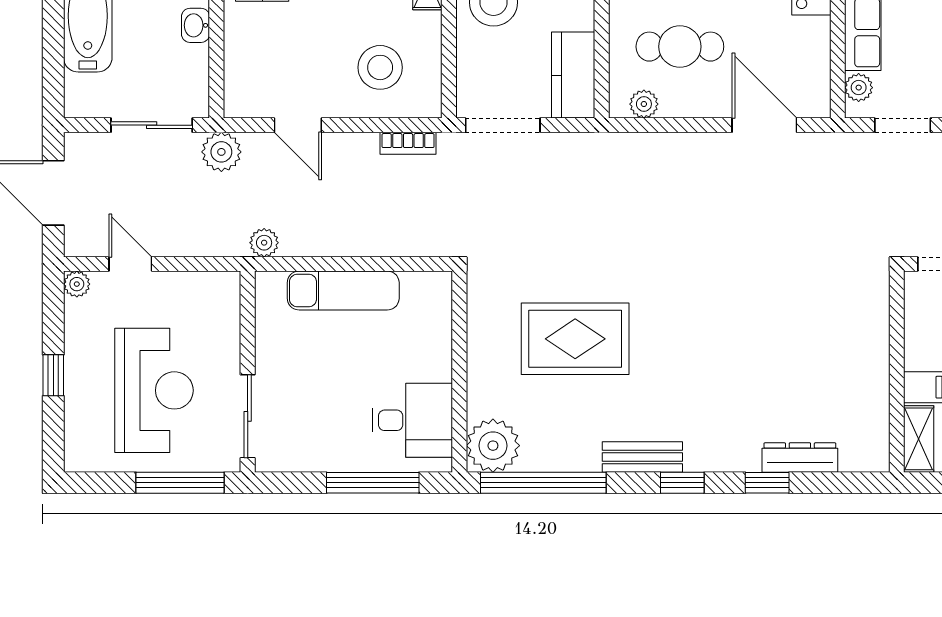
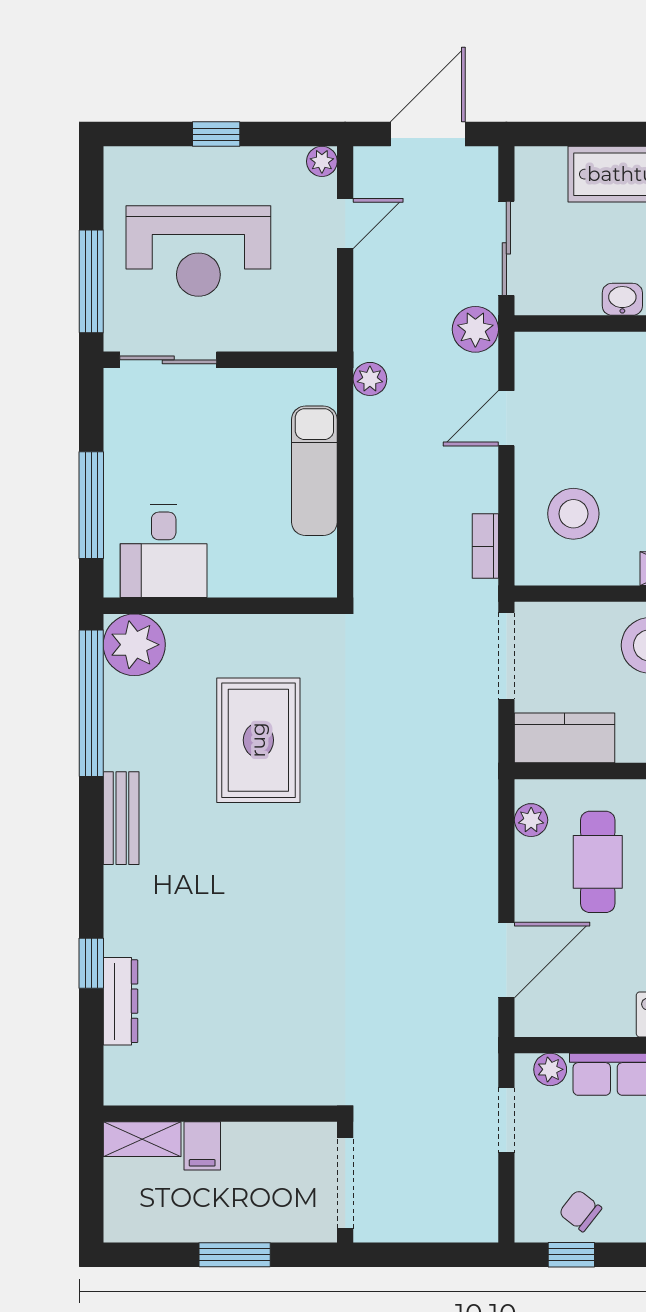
window: (682, 483) -> (91, 864), removed

